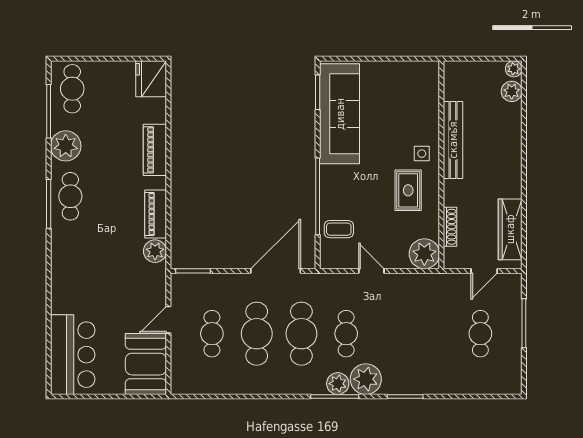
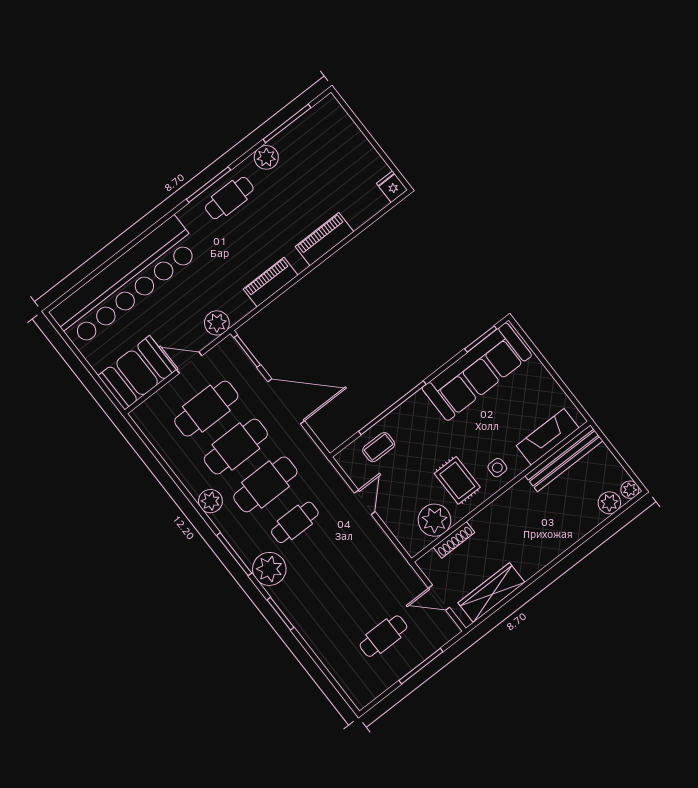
fridge: (151, 79) -> (392, 187), width x0.53, depth x0.75
cafe table: (72, 89) -> (322, 129), removed
fireplace: (428, 99) -> (548, 437), added
bench: (453, 140) -> (564, 458), moved
plant: (66, 146) -> (266, 157), width x0.73, depth x0.73
rug: (408, 190) -> (457, 480), turned 90
coffee table: (339, 229) -> (379, 447), turned 90
plant: (155, 251) -> (217, 323), moved
plant: (424, 254) -> (434, 520), moved
door: (276, 271) -> (286, 401), moved
cafe table: (212, 334) -> (206, 409), width x1.37, depth x1.35
bar counter: (73, 355) -> (126, 282), width x1.86
plant: (338, 384) -> (210, 501), moved

